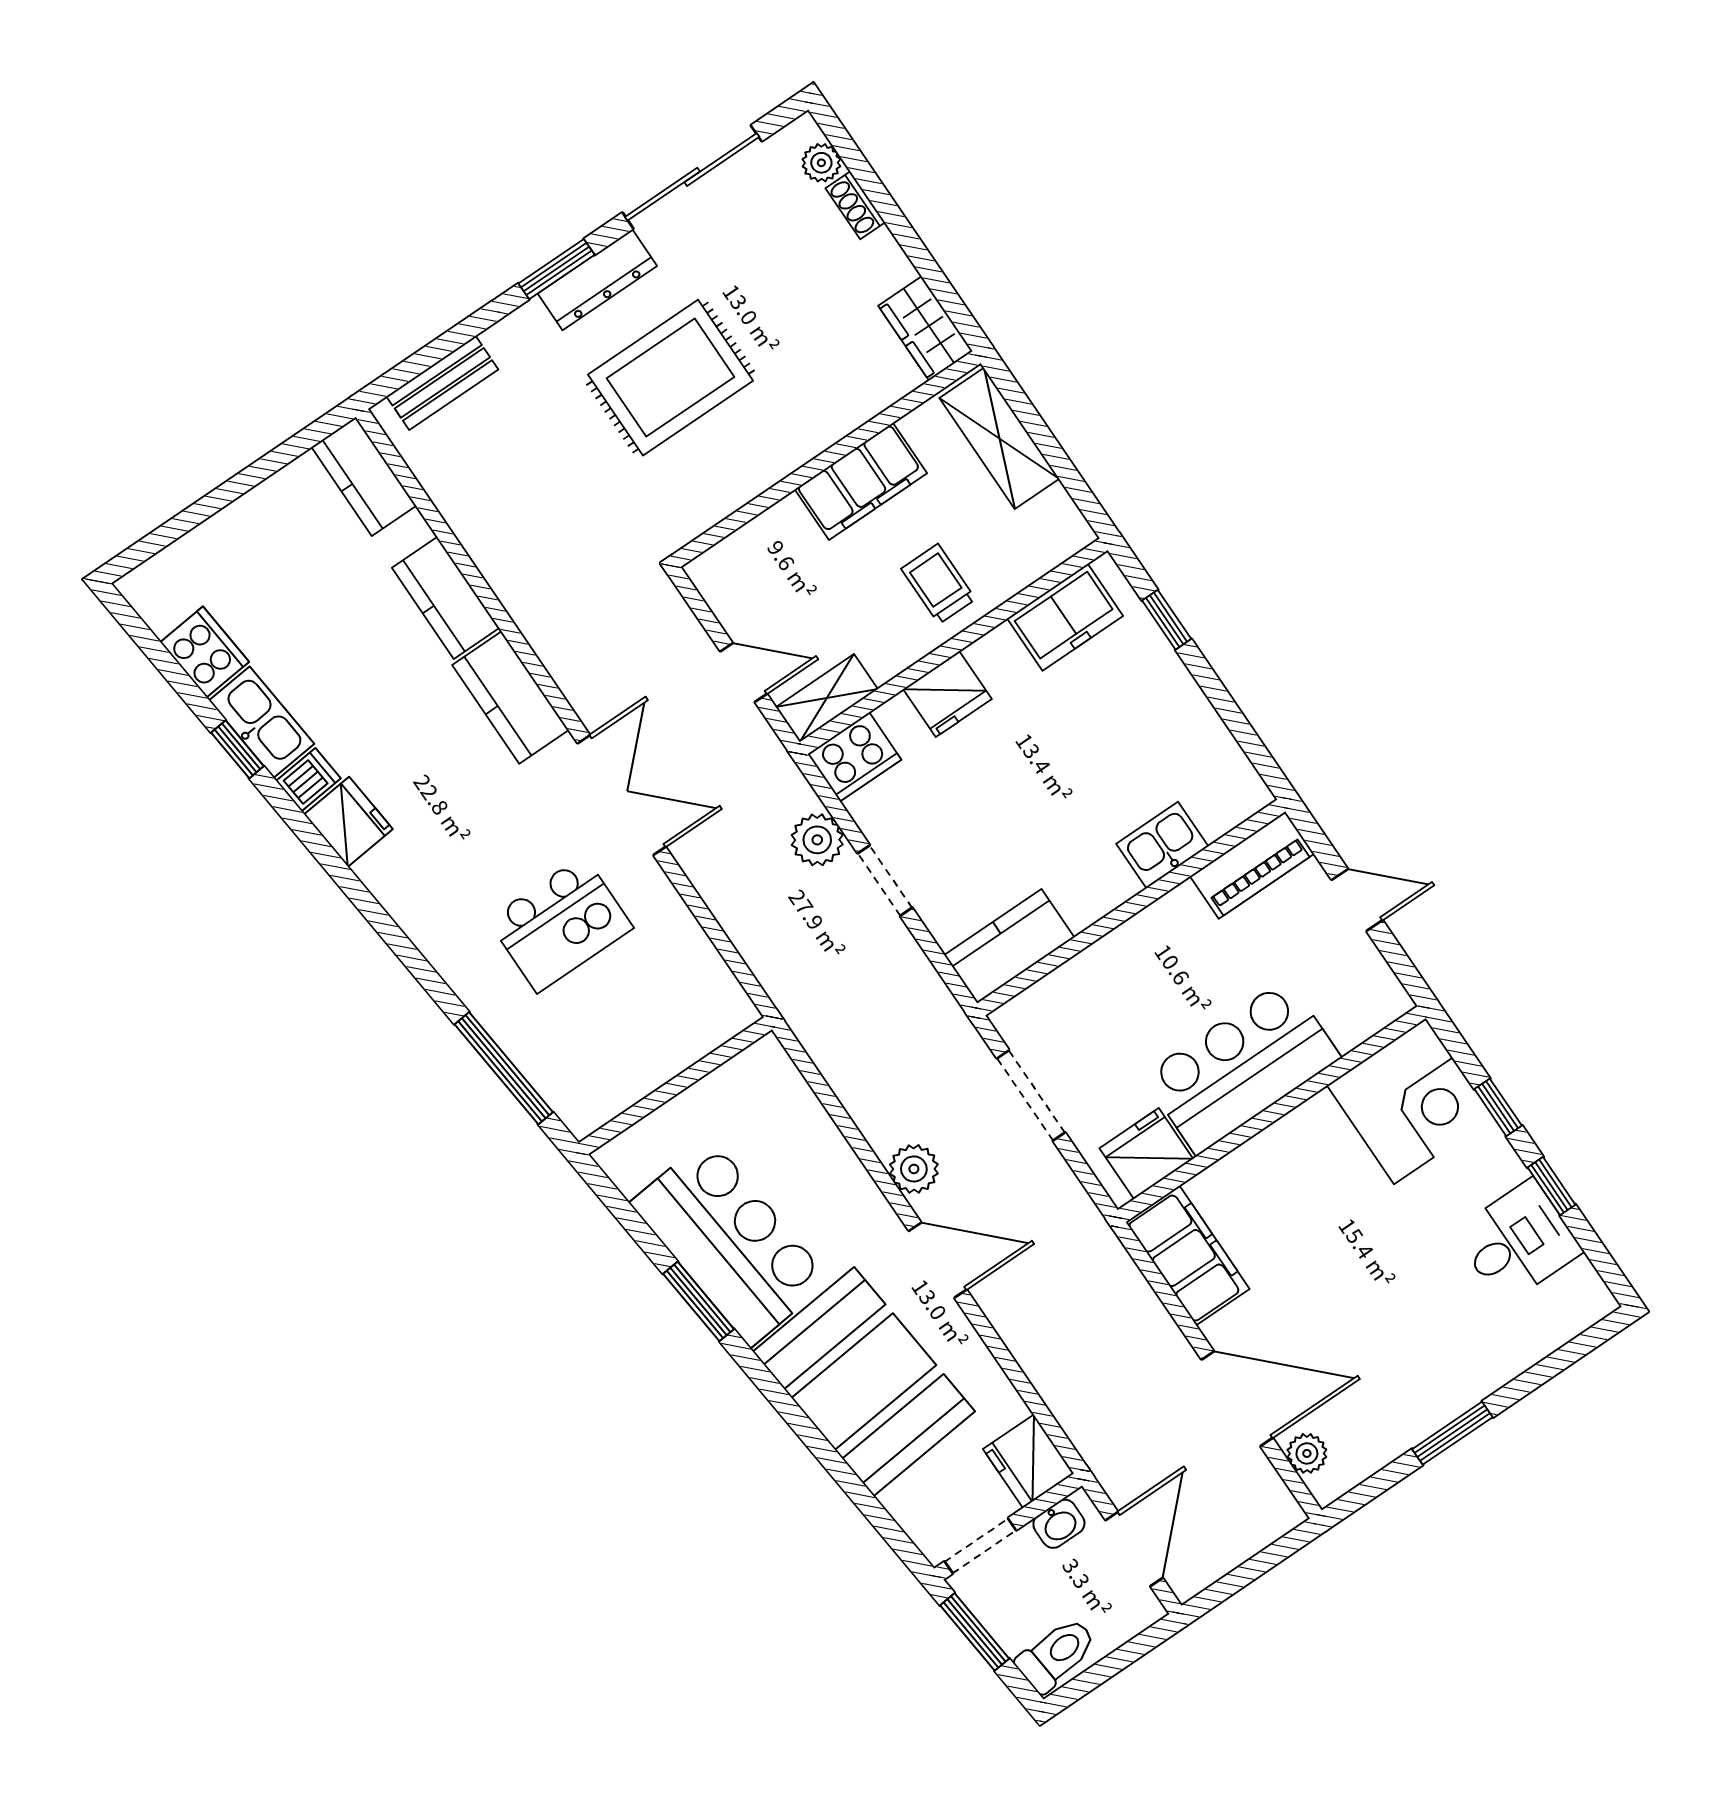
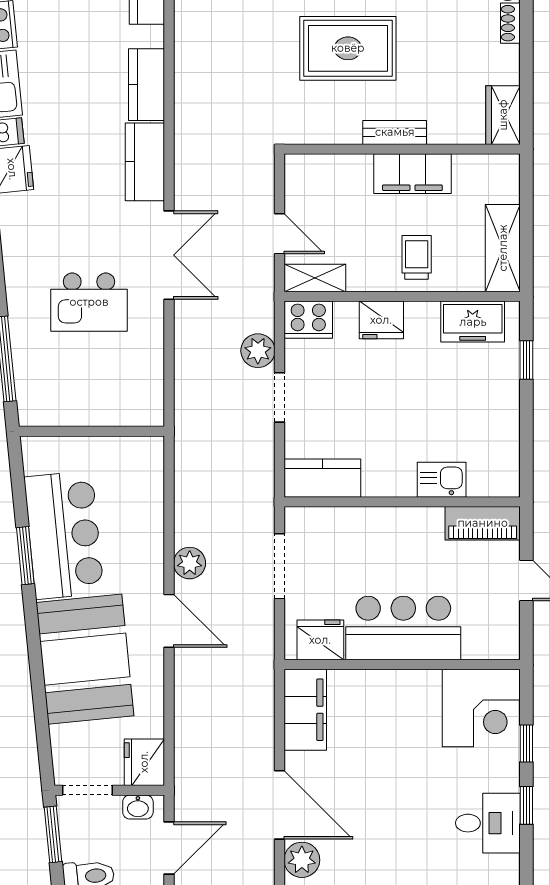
shelving: (999, 438) -> (503, 248), moved
bench: (802, 444) -> (395, 132), added
plant: (1307, 1453) -> (302, 860), width x1.38, depth x1.38

